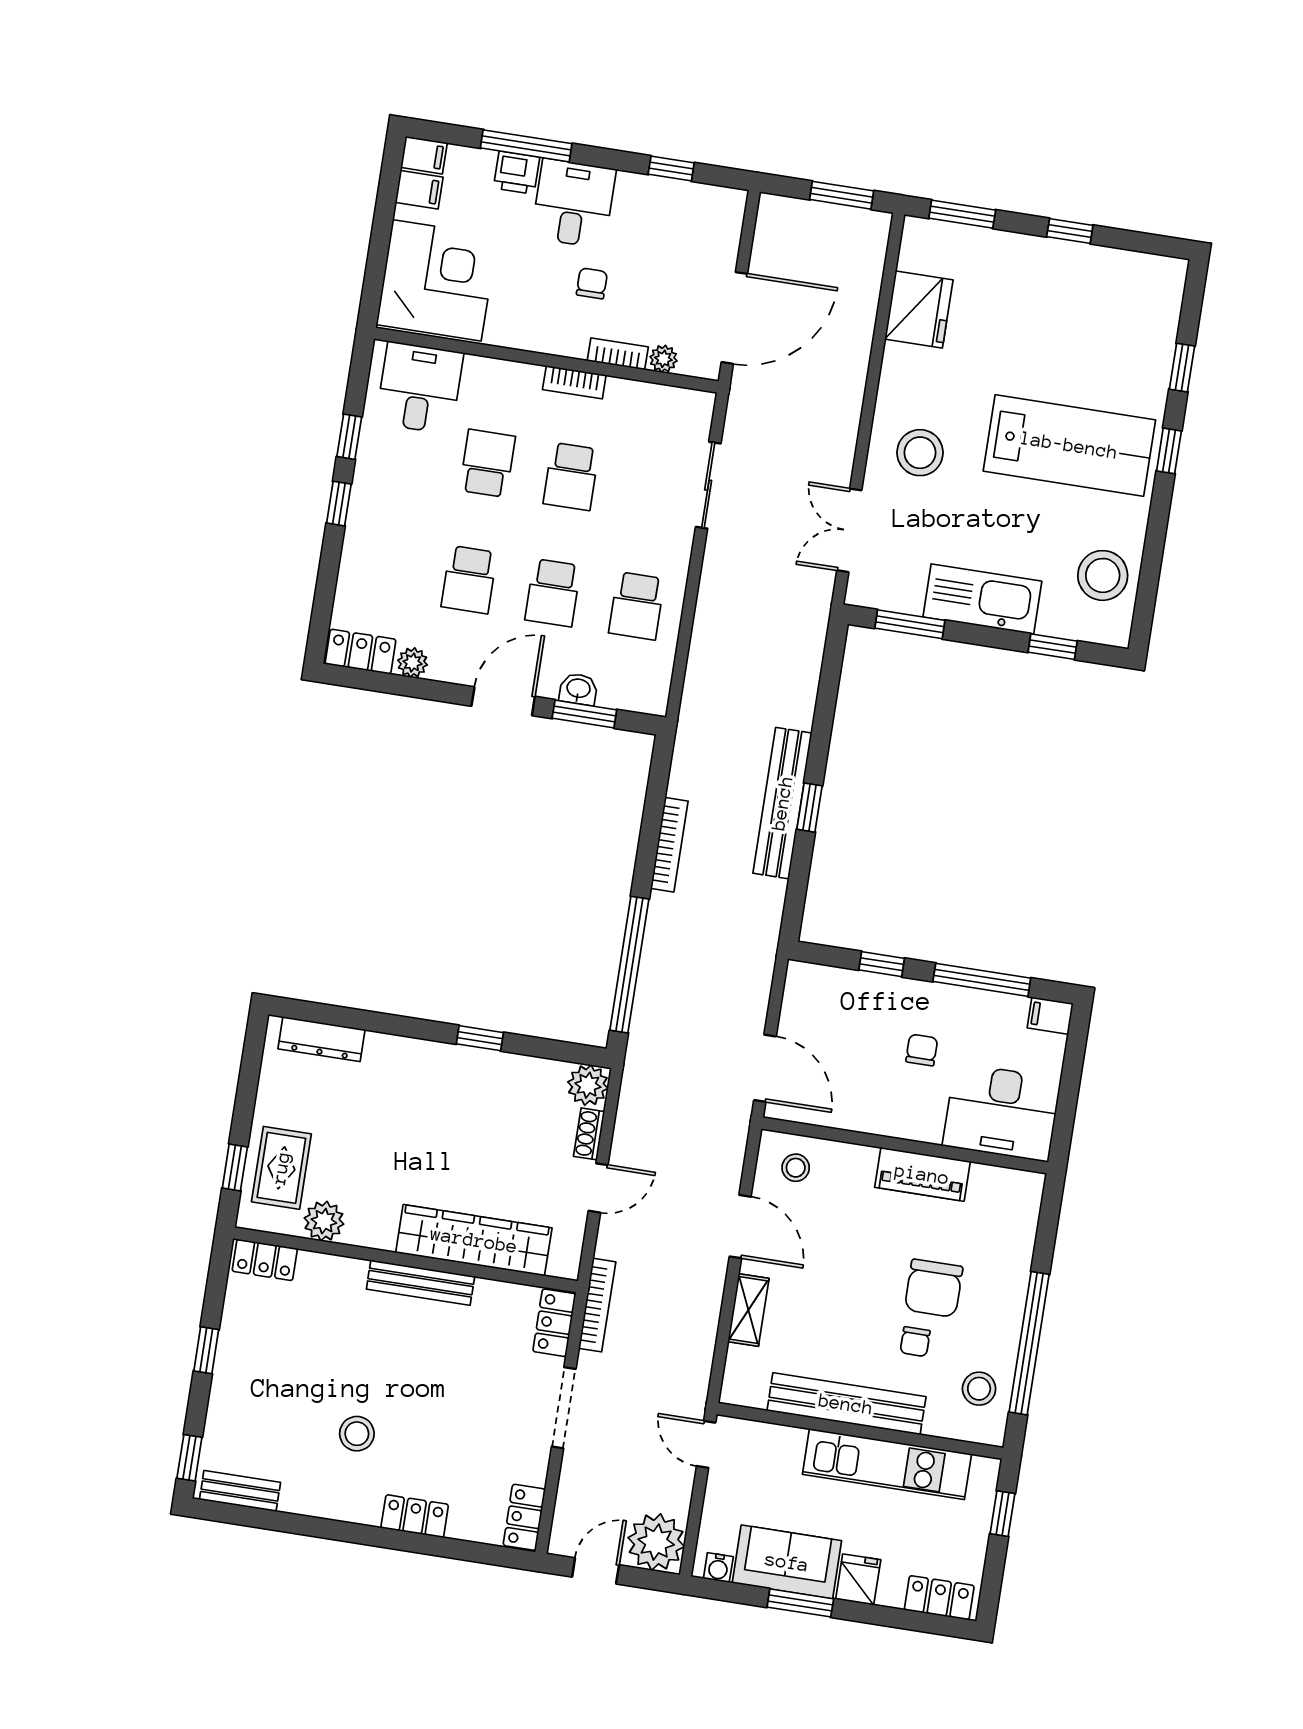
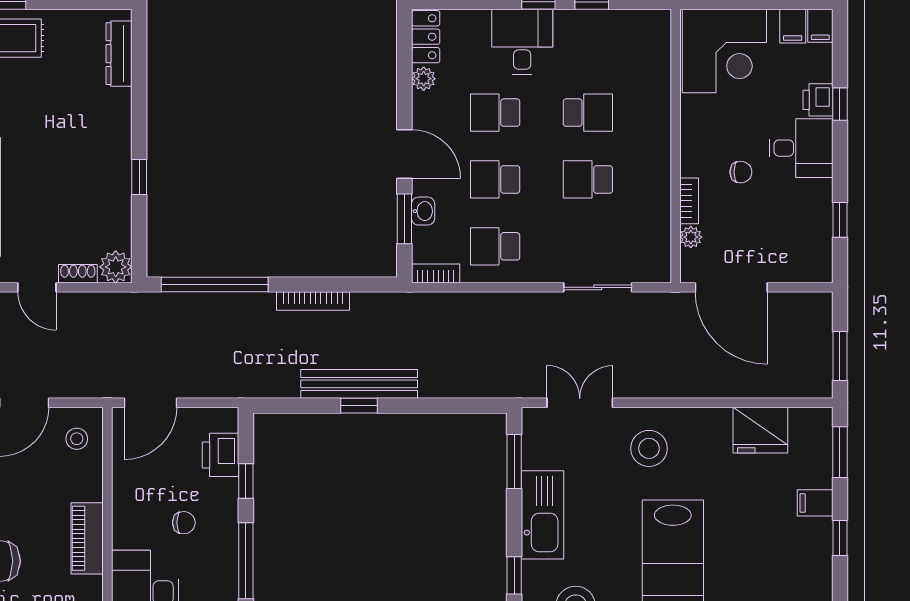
window: (526, 146) -> (840, 104), width x0.46
filing cabinet: (1021, 255) -> (815, 503), added
bookcase: (574, 382) -> (436, 273), moved, turned 90
desk: (420, 388) -> (522, 42), moved, turned -90
printer: (844, 991) -> (221, 455), added

